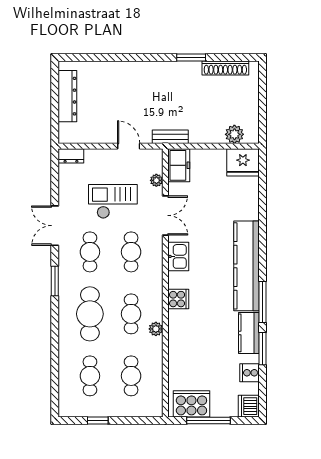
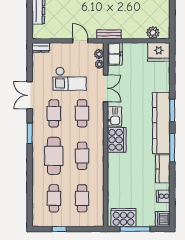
checkout: (113, 201) -> (70, 79), turned 180
cooker: (178, 299) -> (117, 140), width x1.87, depth x1.31
plant: (156, 329) -> (99, 54), moved
window: (263, 349) -> (172, 110), moved

